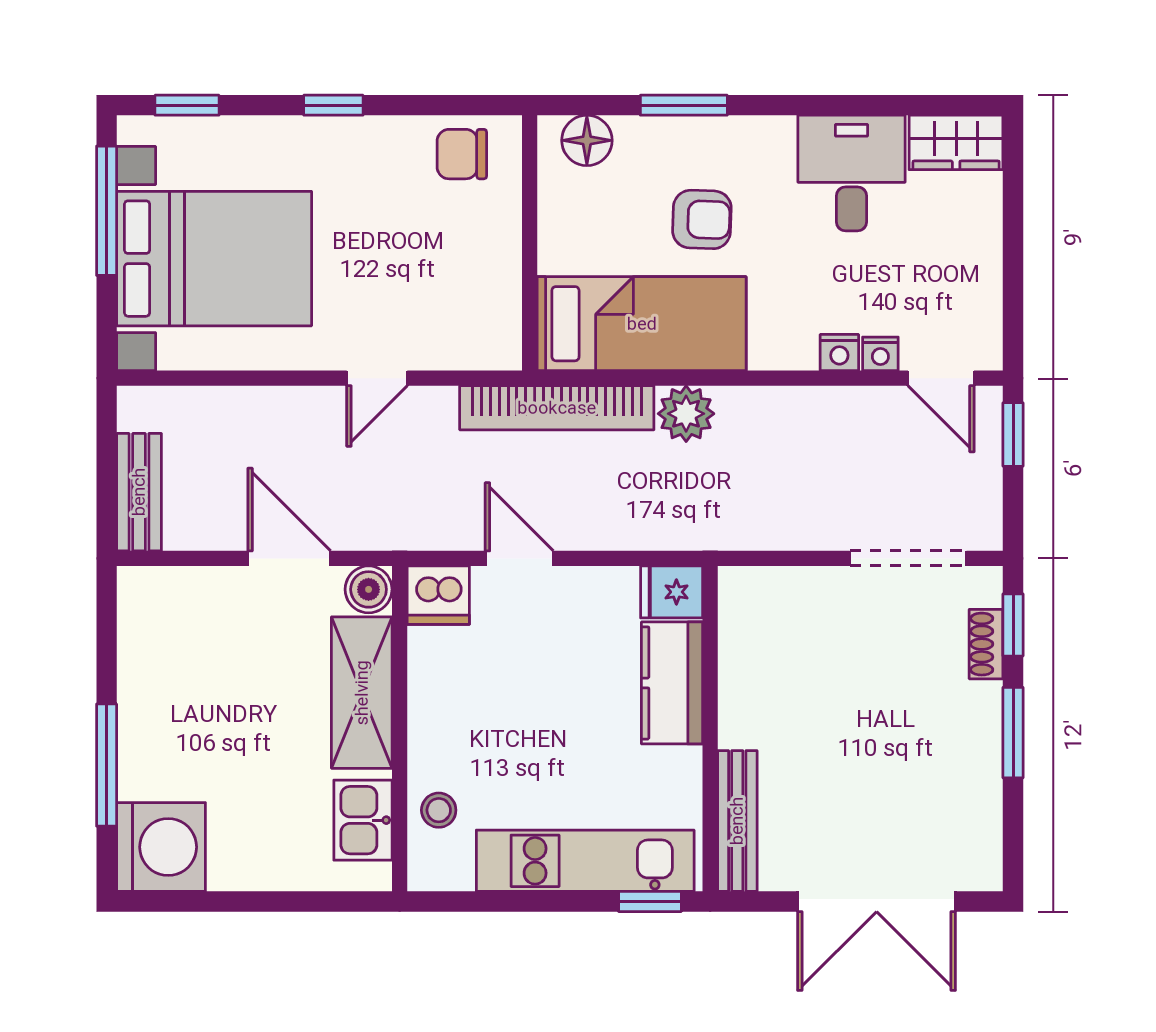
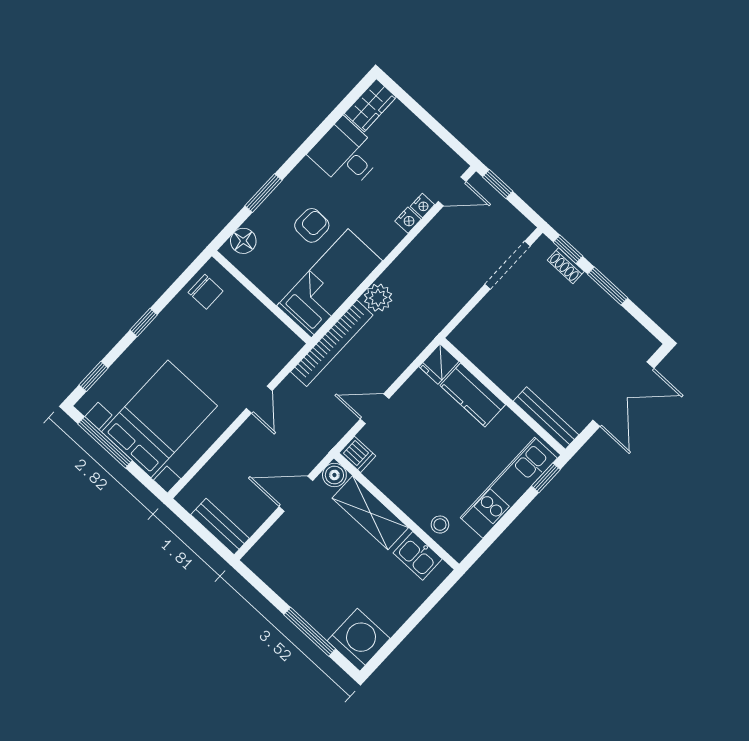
chair: (462, 154) -> (206, 292), turned -90
dishwasher: (438, 595) -> (357, 454), width x0.73

